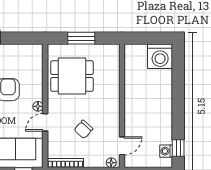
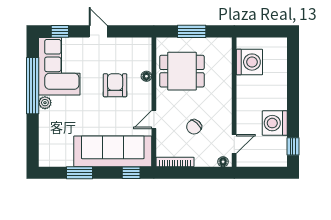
washing machine: (160, 56) -> (249, 62), moved, turned -90
floor lamp: (38, 106) -> (146, 76), moved
washing machine: (166, 151) -> (275, 123), moved, width x1.89, depth x1.89

